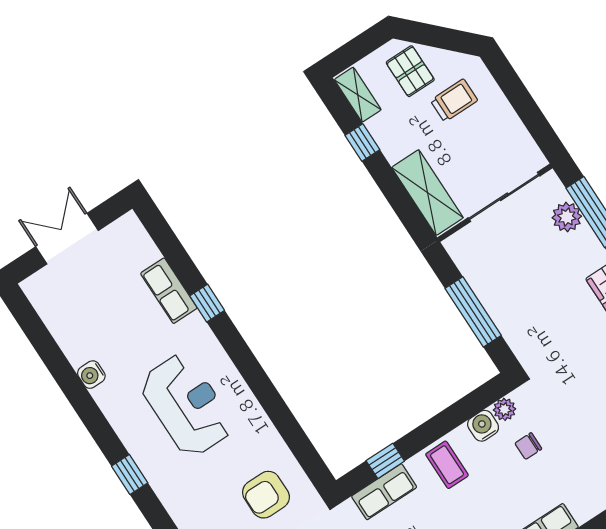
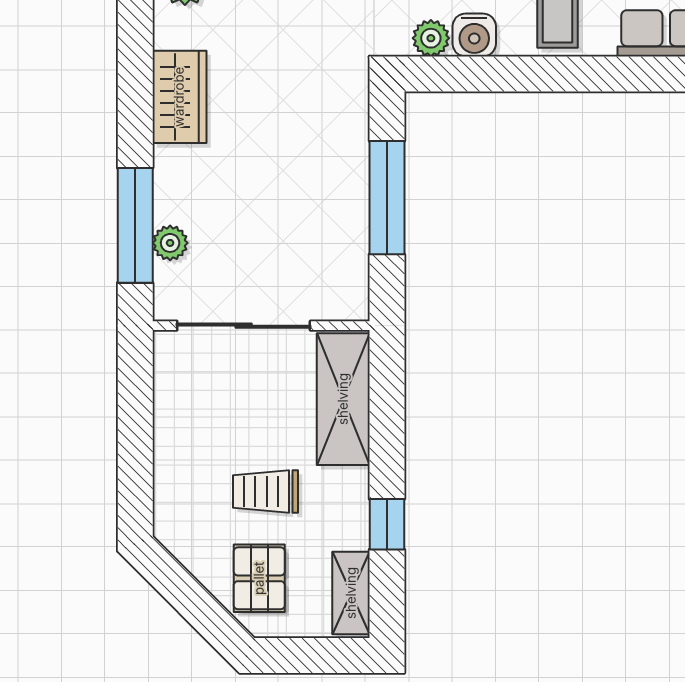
trolley: (454, 100) -> (265, 491), moved
plant: (567, 217) -> (170, 243), width x0.73, depth x0.73
window: (385, 461) -> (637, 74), removed

